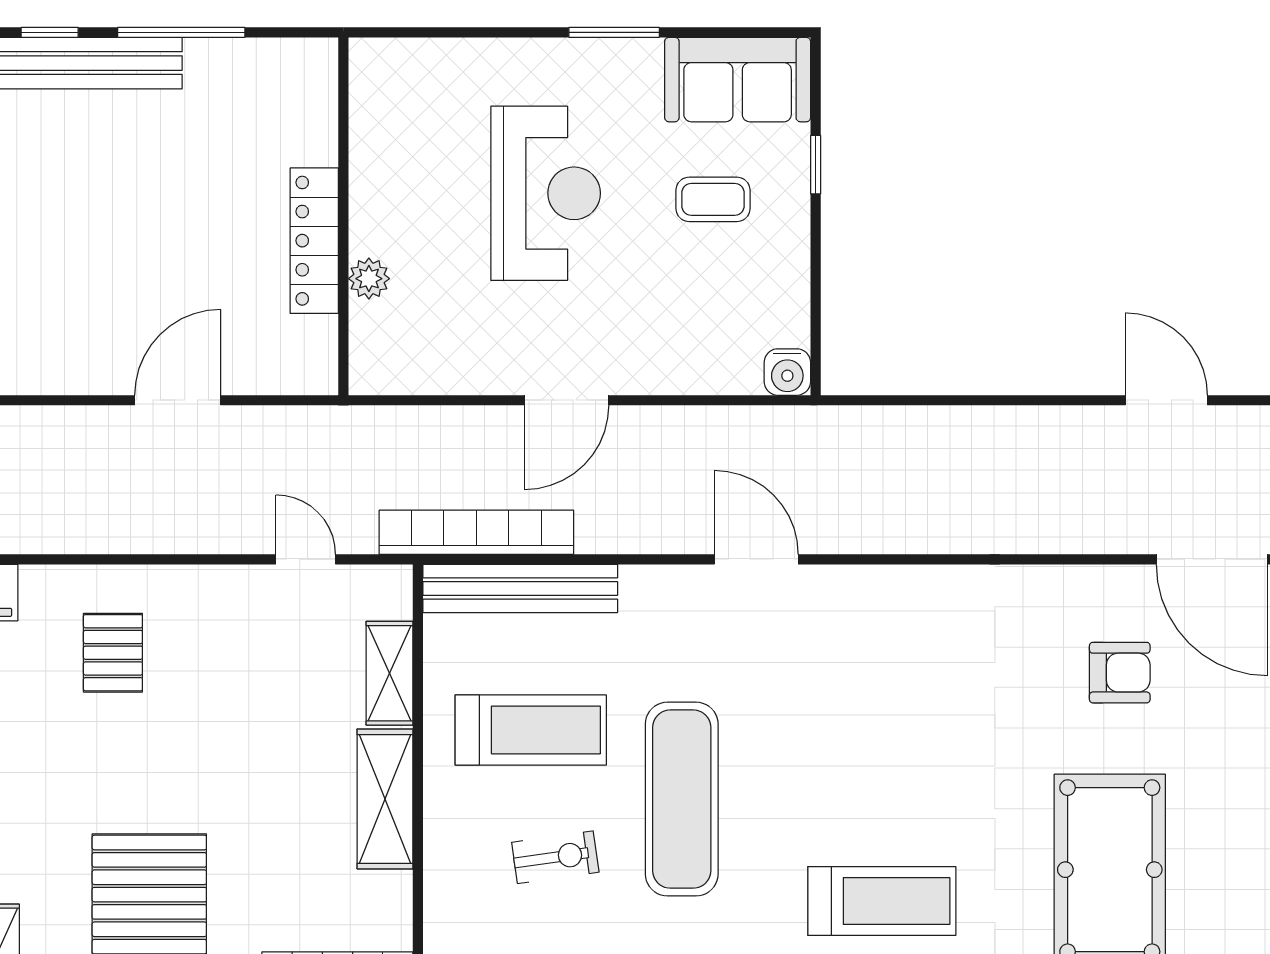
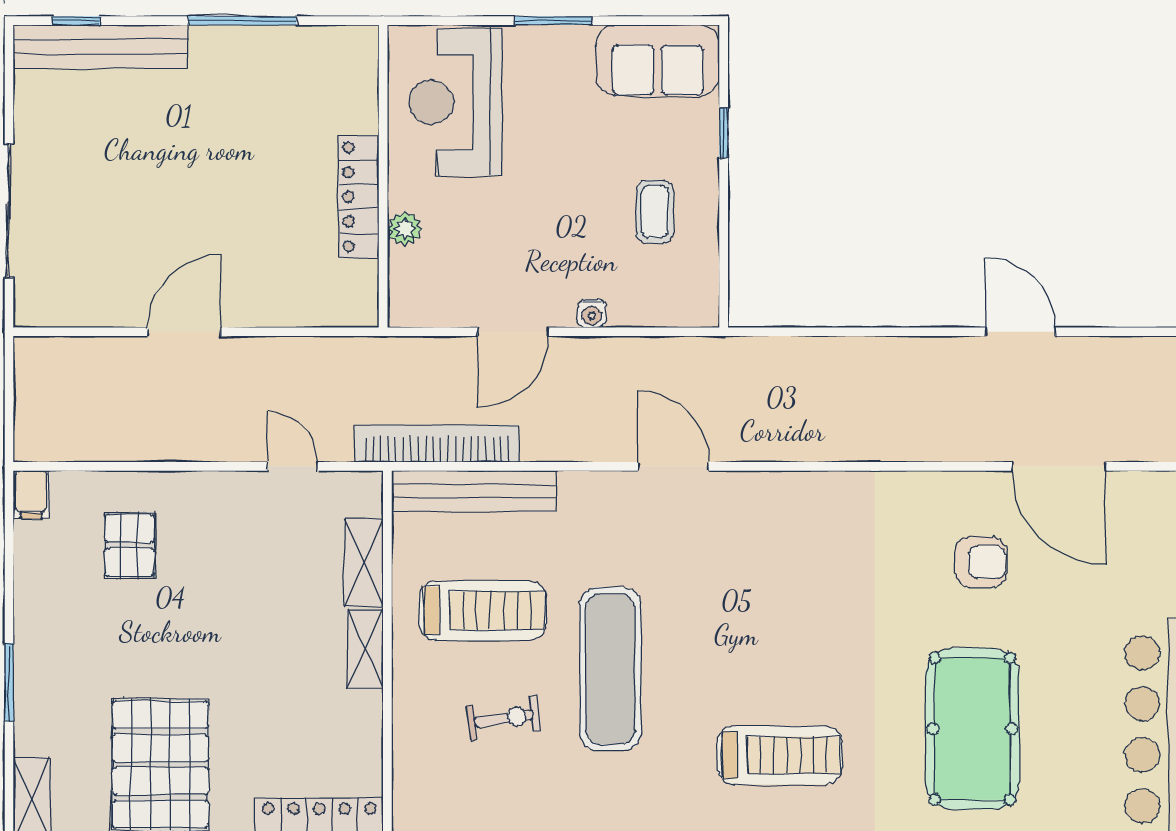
window: (181, 32) -> (242, 21), moved
reception desk: (546, 193) -> (456, 102), moved, turned 180
coffee table: (713, 199) -> (655, 211), moved, turned 90
wall: (343, 216) -> (383, 176), moved
locker: (314, 241) -> (359, 197), moved
plant: (369, 279) -> (405, 229), moved
water cooler: (787, 372) -> (592, 313), moved, width x0.72, depth x0.72
shelving: (385, 799) -> (365, 649), width x0.67, depth x0.75

